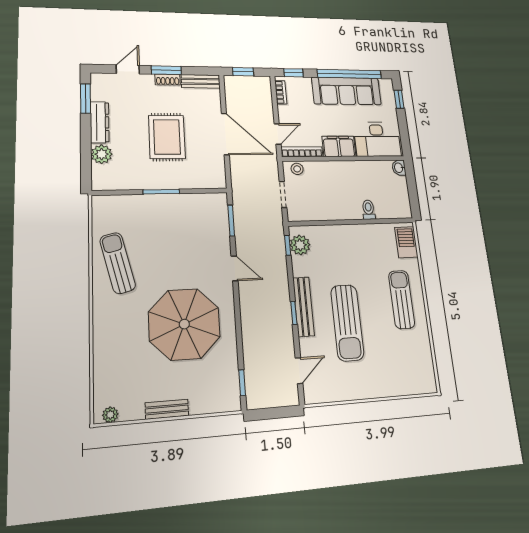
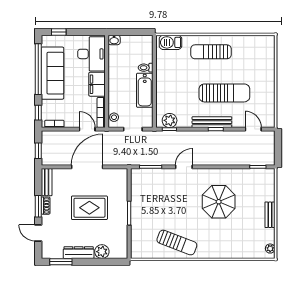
bathtub: (338, 209) -> (145, 90), added
sun lounger: (118, 263) -> (177, 243), turned -145
parasol: (184, 324) -> (219, 202), width x0.73, depth x0.73

